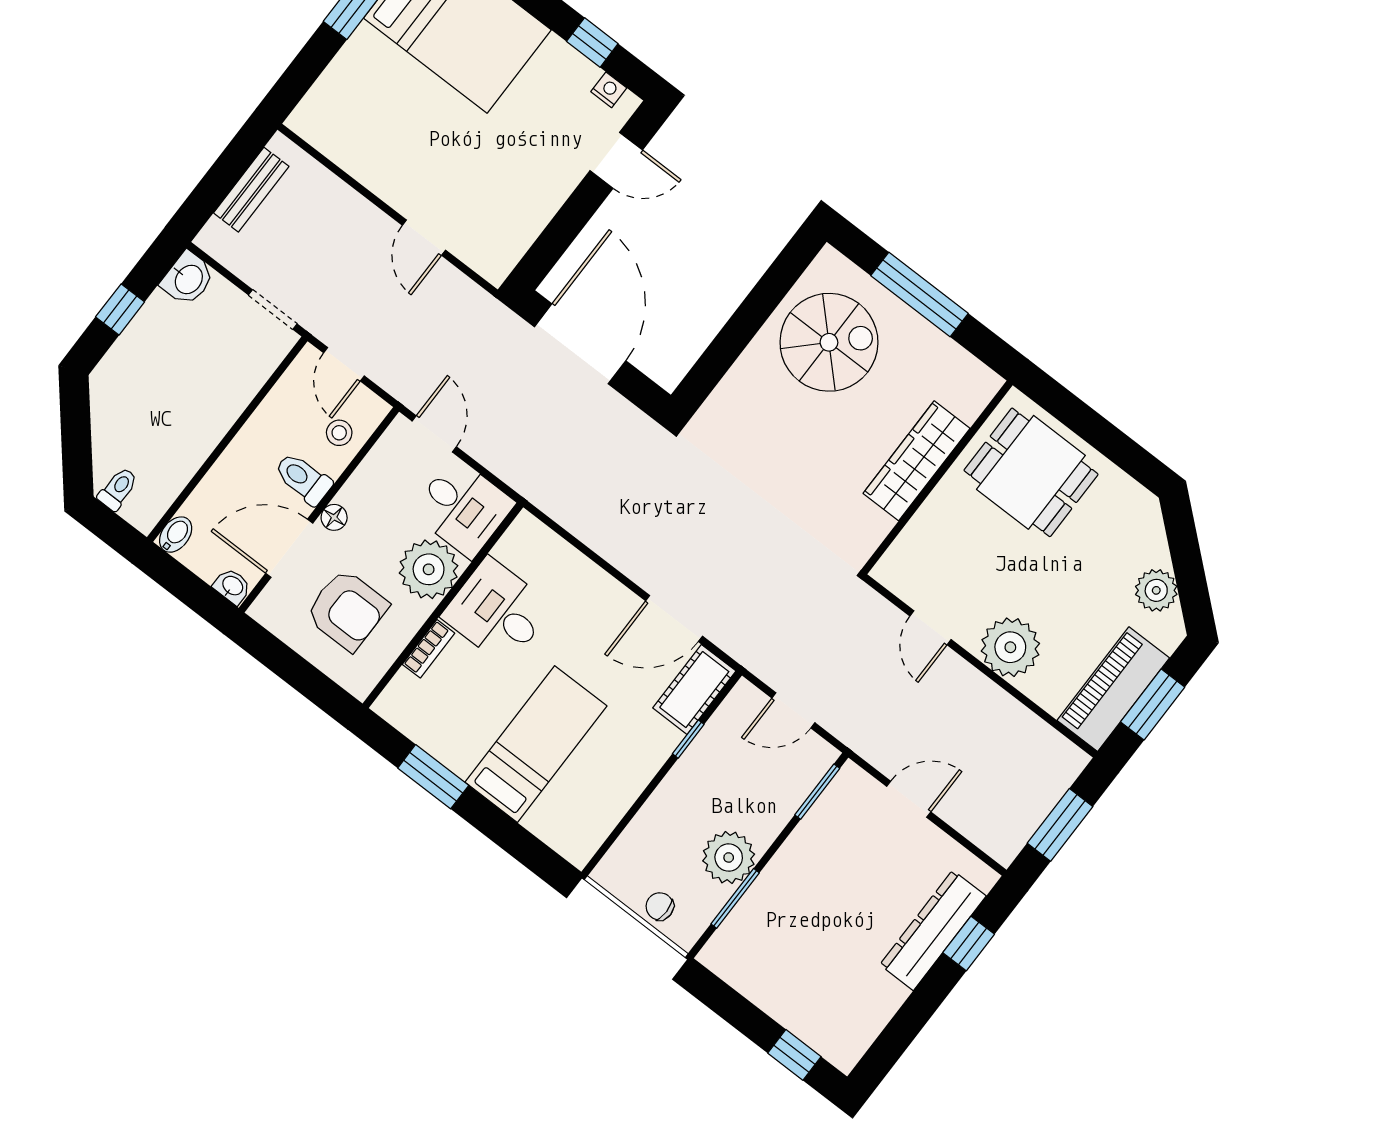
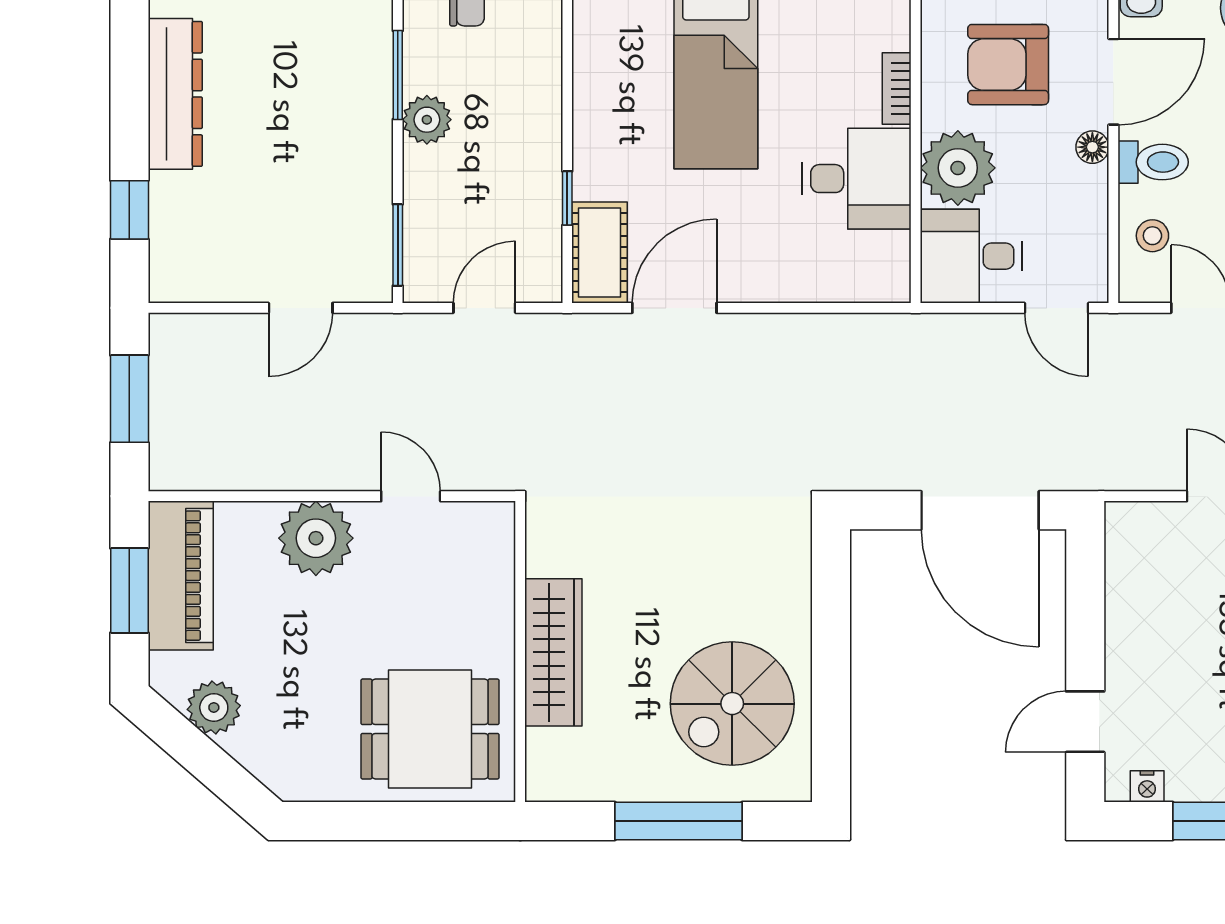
plant: (729, 858) -> (427, 120), width x0.73, depth x0.73
dresser: (933, 930) -> (175, 94), moved

